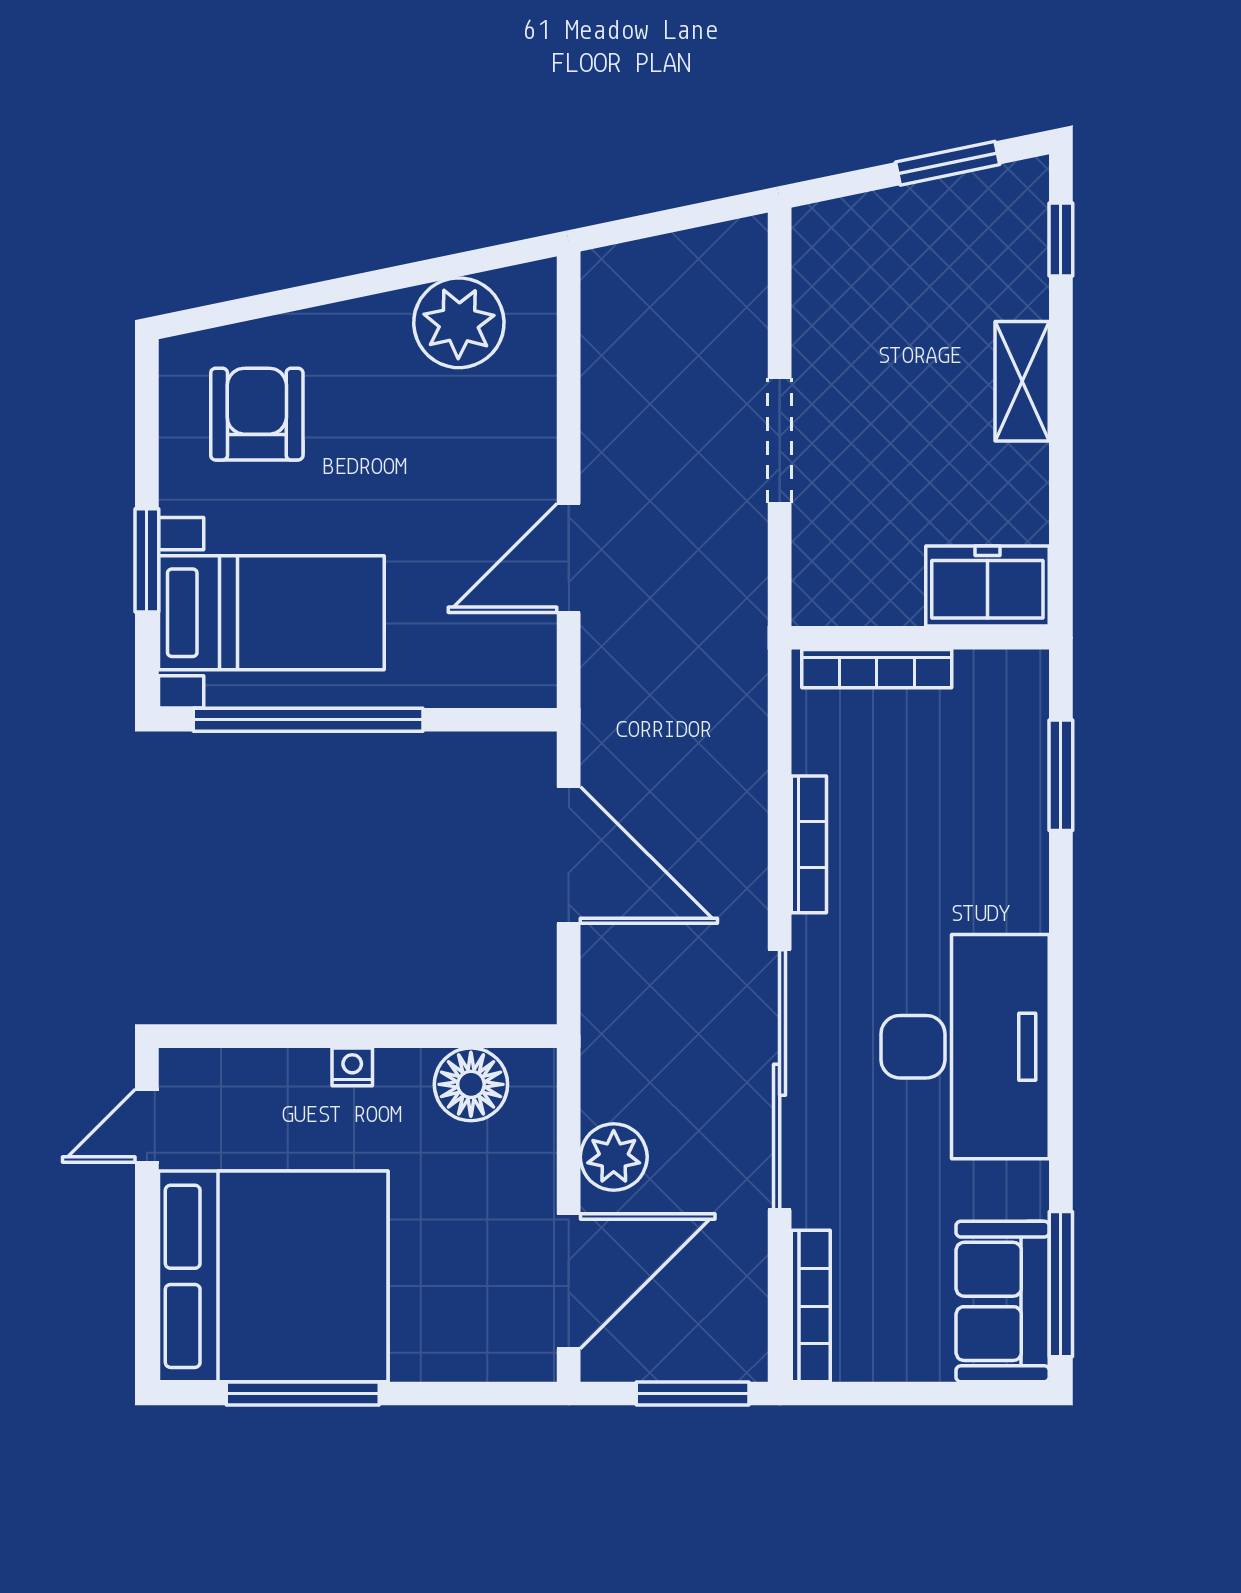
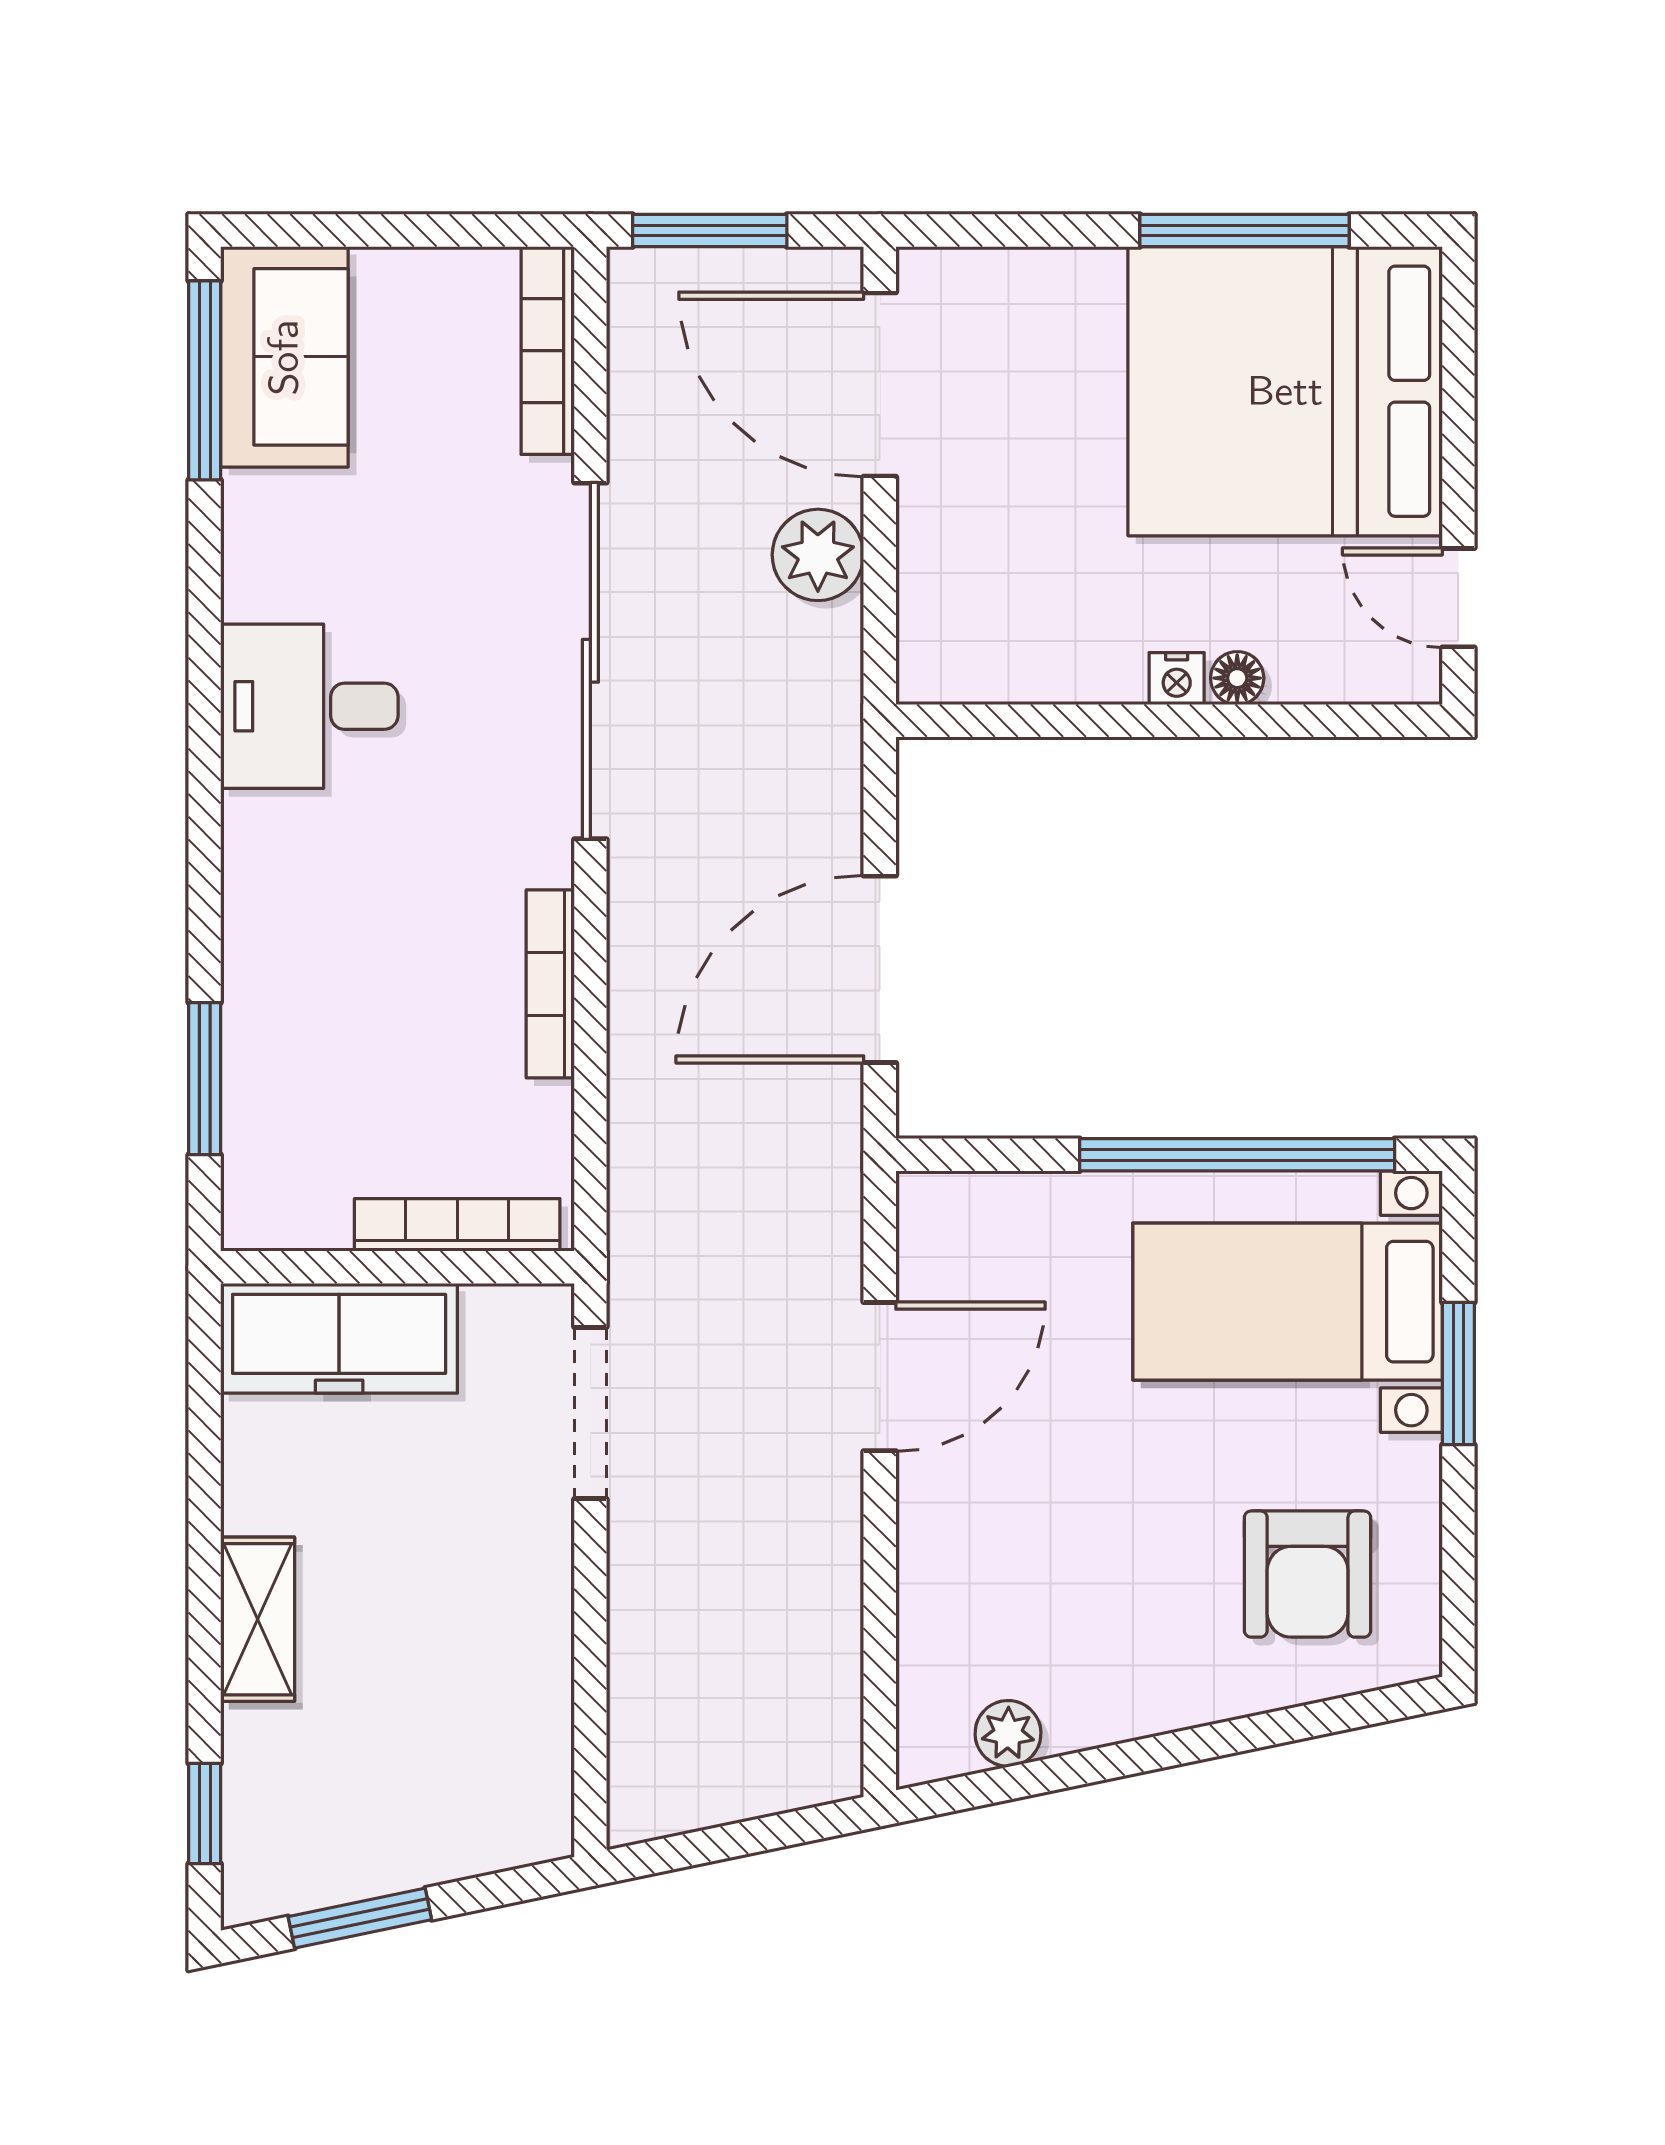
plant: (459, 323) -> (1008, 1733), width x0.53, depth x0.53
doorway: (780, 441) -> (590, 1413), moved
freezer: (987, 586) -> (339, 1338), width x1.40
door: (569, 855) -> (880, 969), hinge flipped
desk: (965, 1047) -> (309, 706), width x0.53, depth x0.77
floor lamp: (471, 1084) -> (1237, 678), moved, width x0.53, depth x0.53
door: (147, 1126) -> (1458, 598), swing flipped
door: (569, 1281) -> (880, 384), hinge flipped

